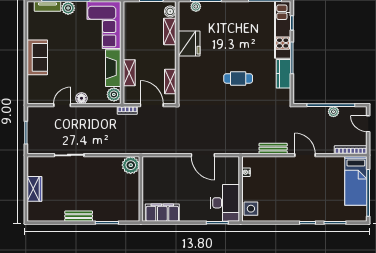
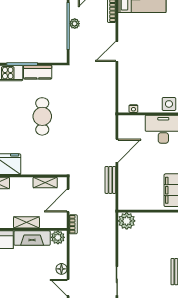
shelving: (129, 73) -> (26, 222), moved
cafe table: (238, 78) -> (42, 116), width x1.37, depth x1.35
bench: (273, 149) -> (110, 180), moved

